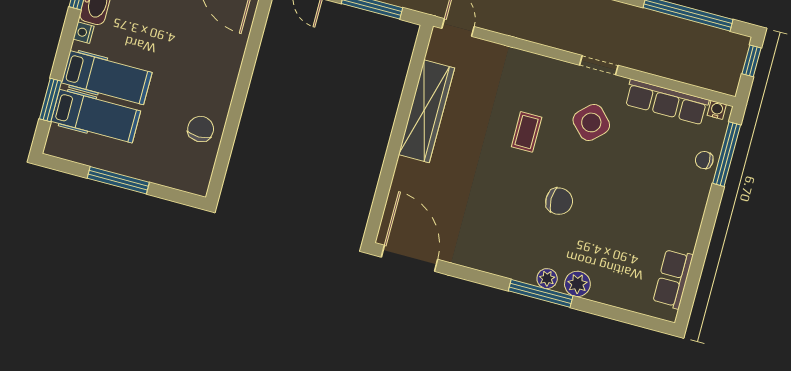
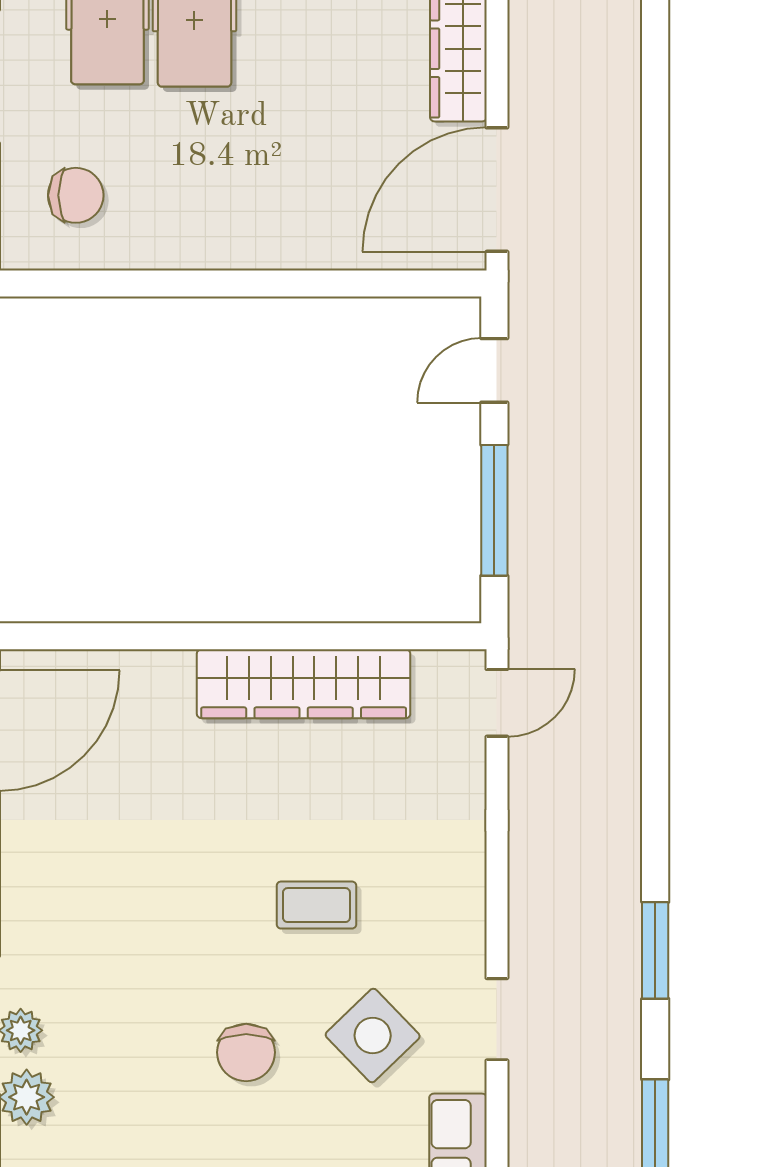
chair: (201, 129) -> (76, 195), moved
chair: (559, 201) -> (246, 1052), moved

